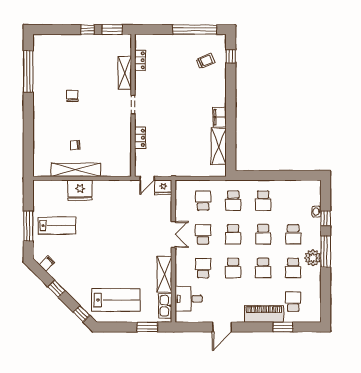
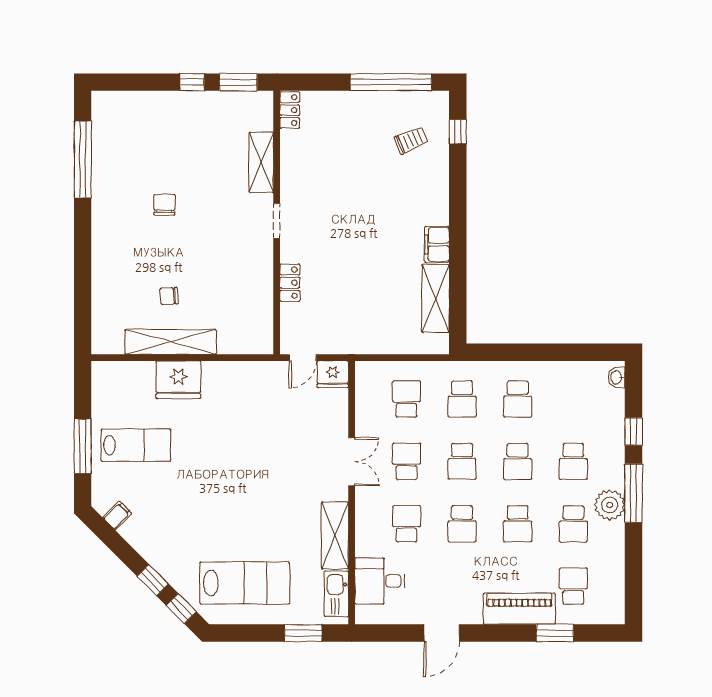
locker: (140, 60) -> (290, 110), moved
washbasin: (316, 212) -> (617, 377), moved
window: (57, 289) -> (153, 580), moved

